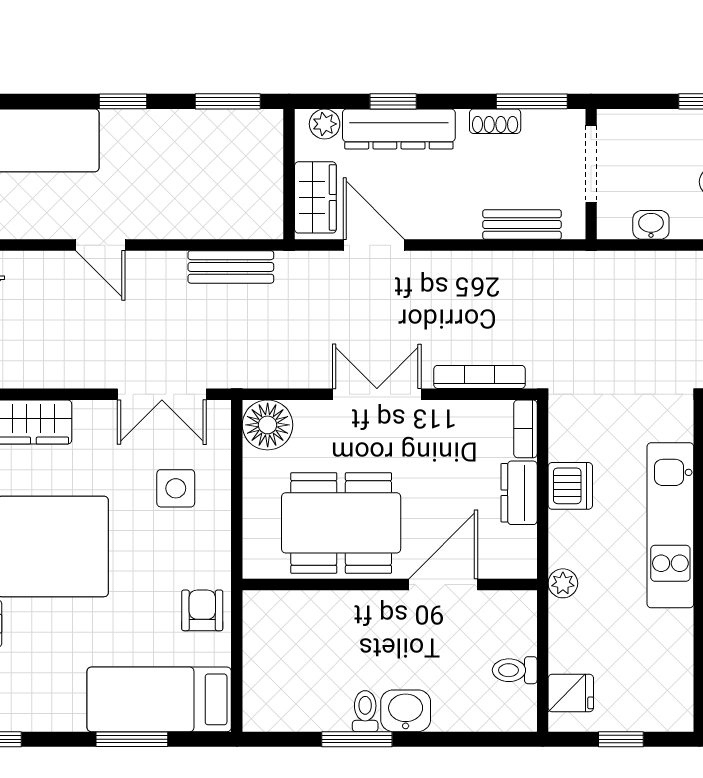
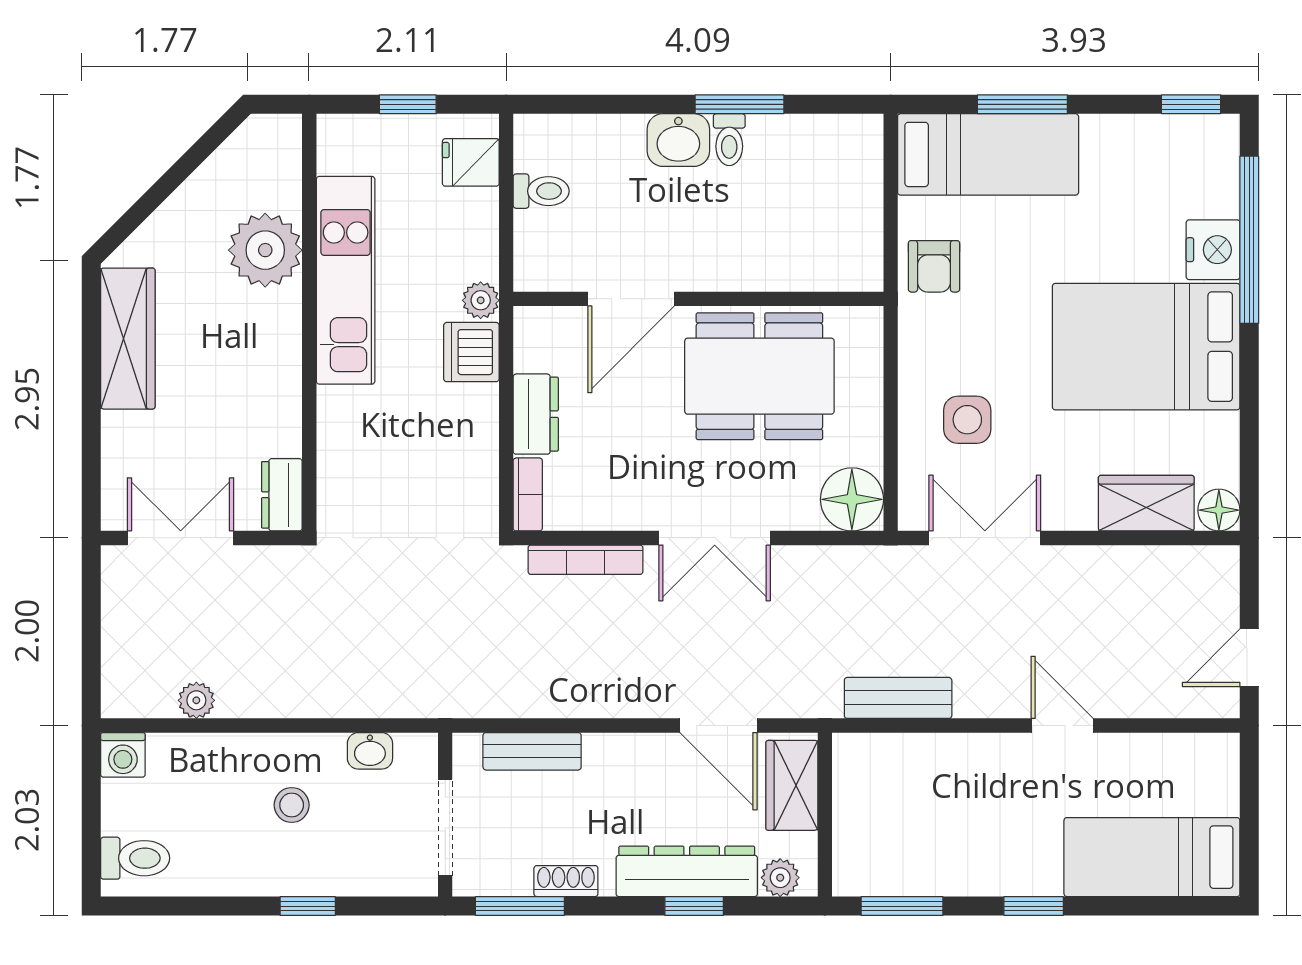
dishwasher: (570, 486) -> (471, 352), moved
kitchen unit: (670, 525) -> (346, 280), moved

